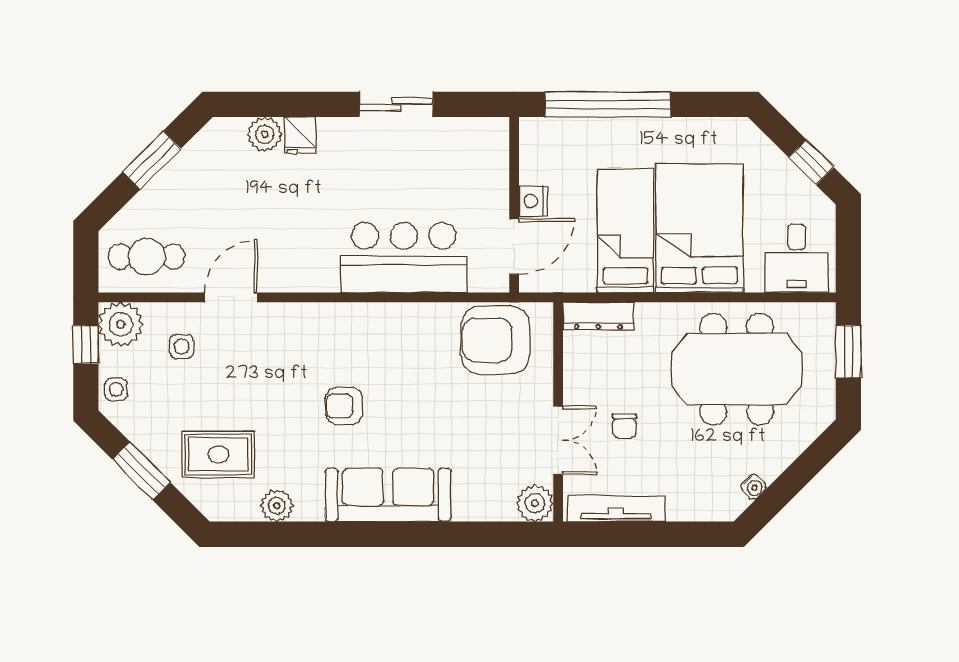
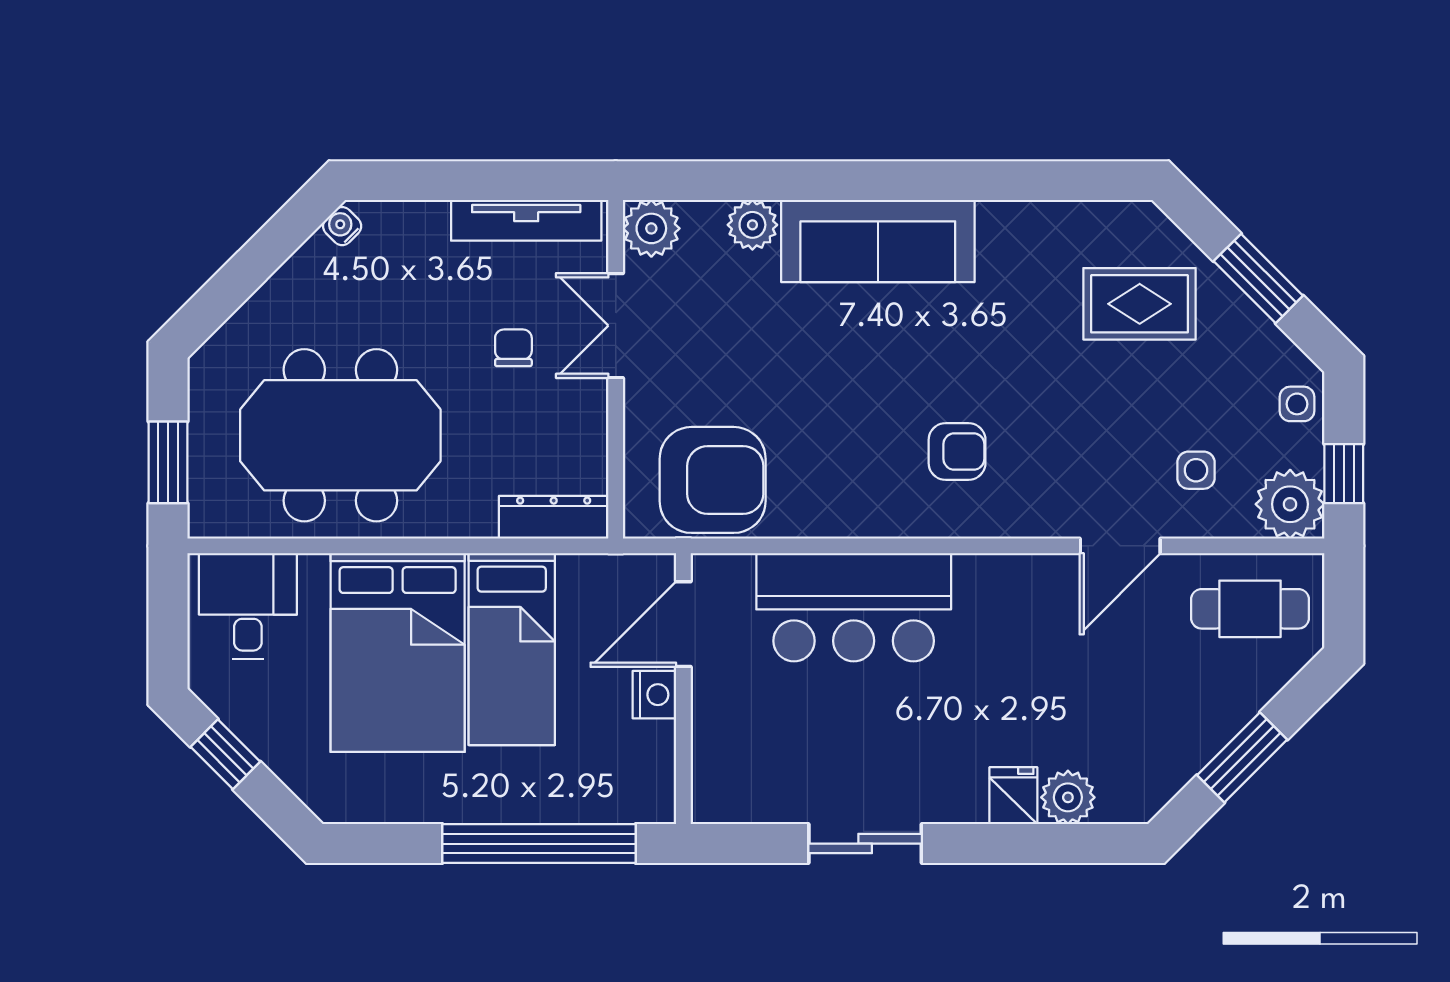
armchair: (344, 406) -> (957, 452), moved
water cooler: (753, 487) -> (342, 226), moved
plant: (277, 506) -> (752, 225), moved

